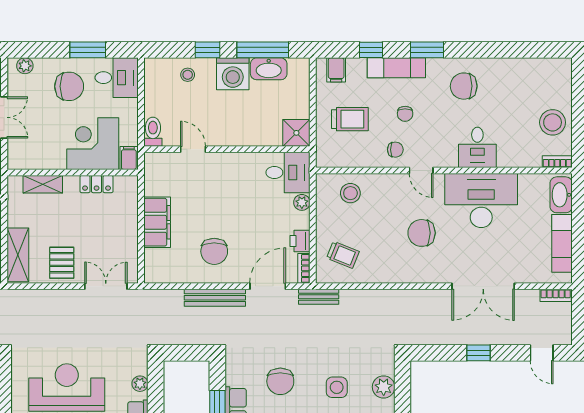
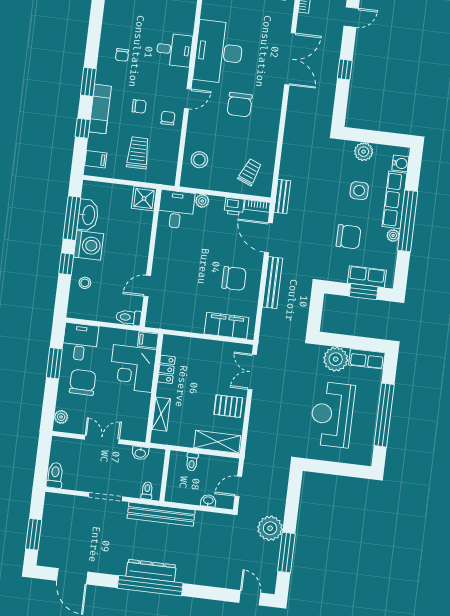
chair: (464, 86) -> (122, 55), width x0.54, depth x0.54
filing cabinet: (157, 222) -> (227, 326), moved
plant: (140, 384) -> (336, 359), width x1.87, depth x1.87

